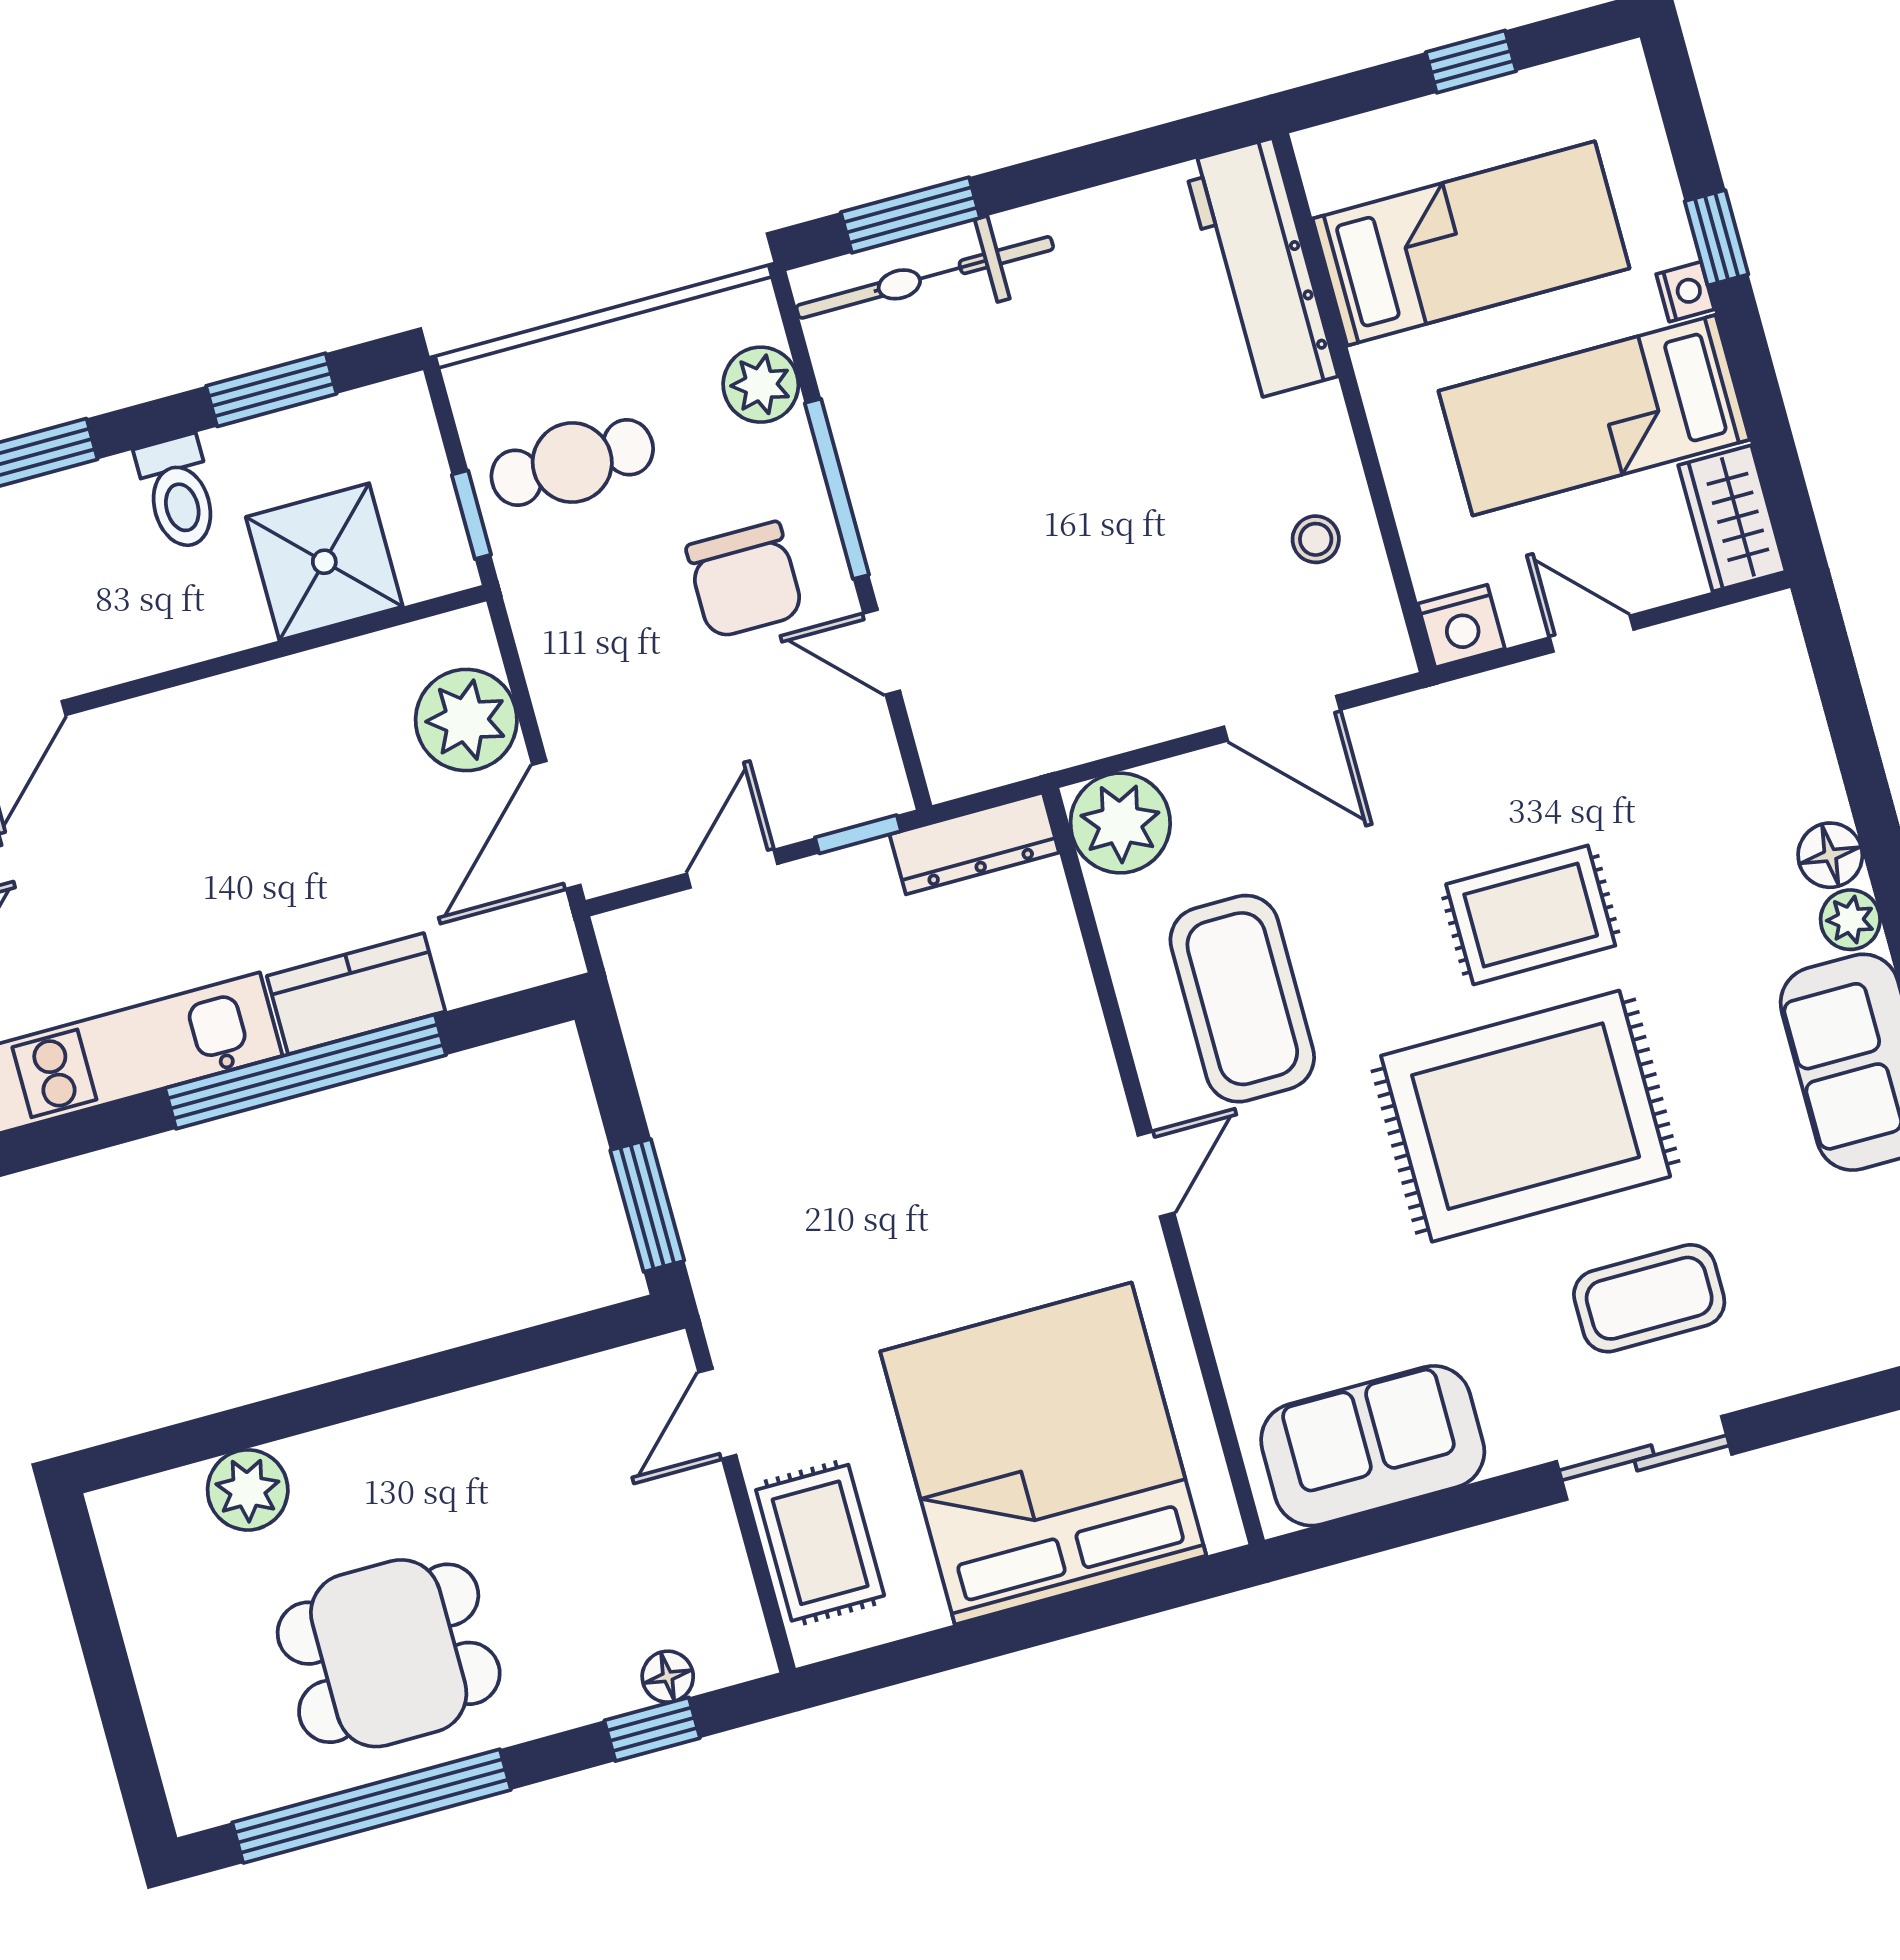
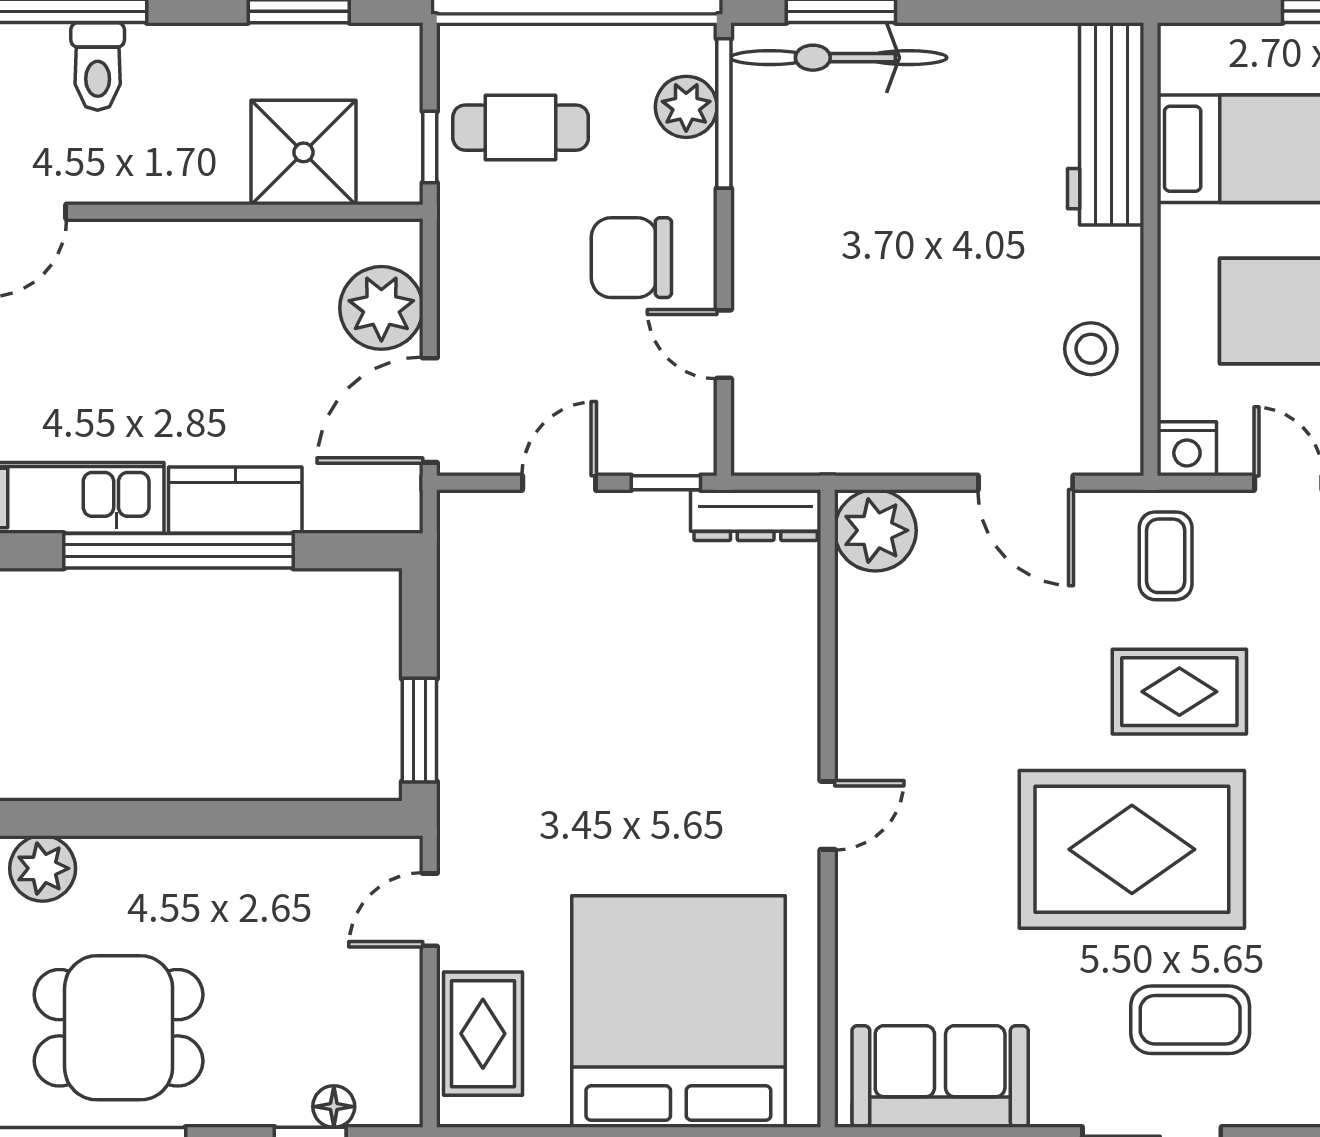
window: (837, 489) -> (724, 113), moved
toilet: (178, 493) -> (98, 67), moved
stool: (1316, 539) -> (1091, 349), width x1.37, depth x1.37
chair: (745, 580) -> (631, 258), turned 90
coffee table: (1242, 999) -> (1166, 556), moved, width x0.54, depth x0.58

